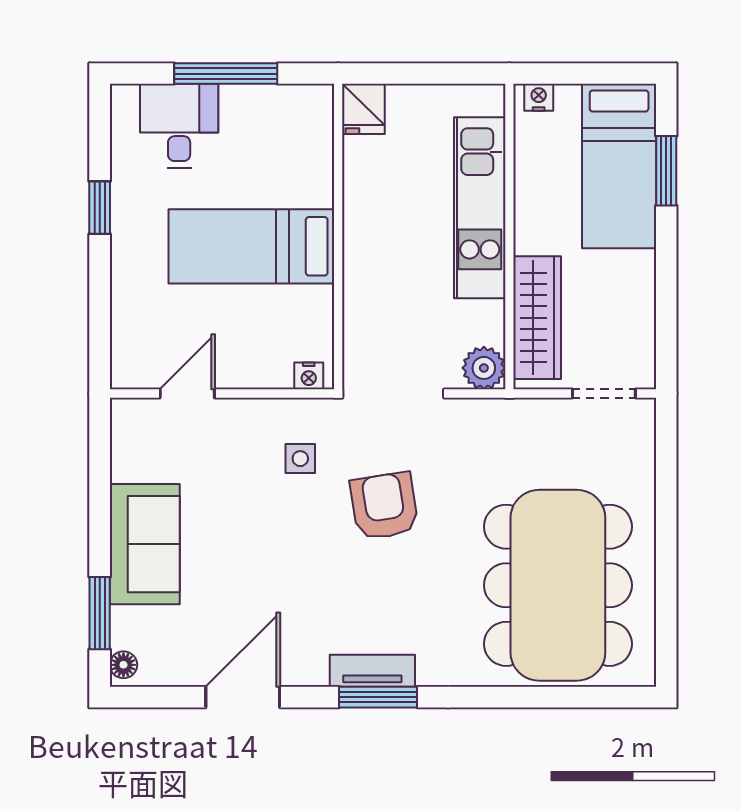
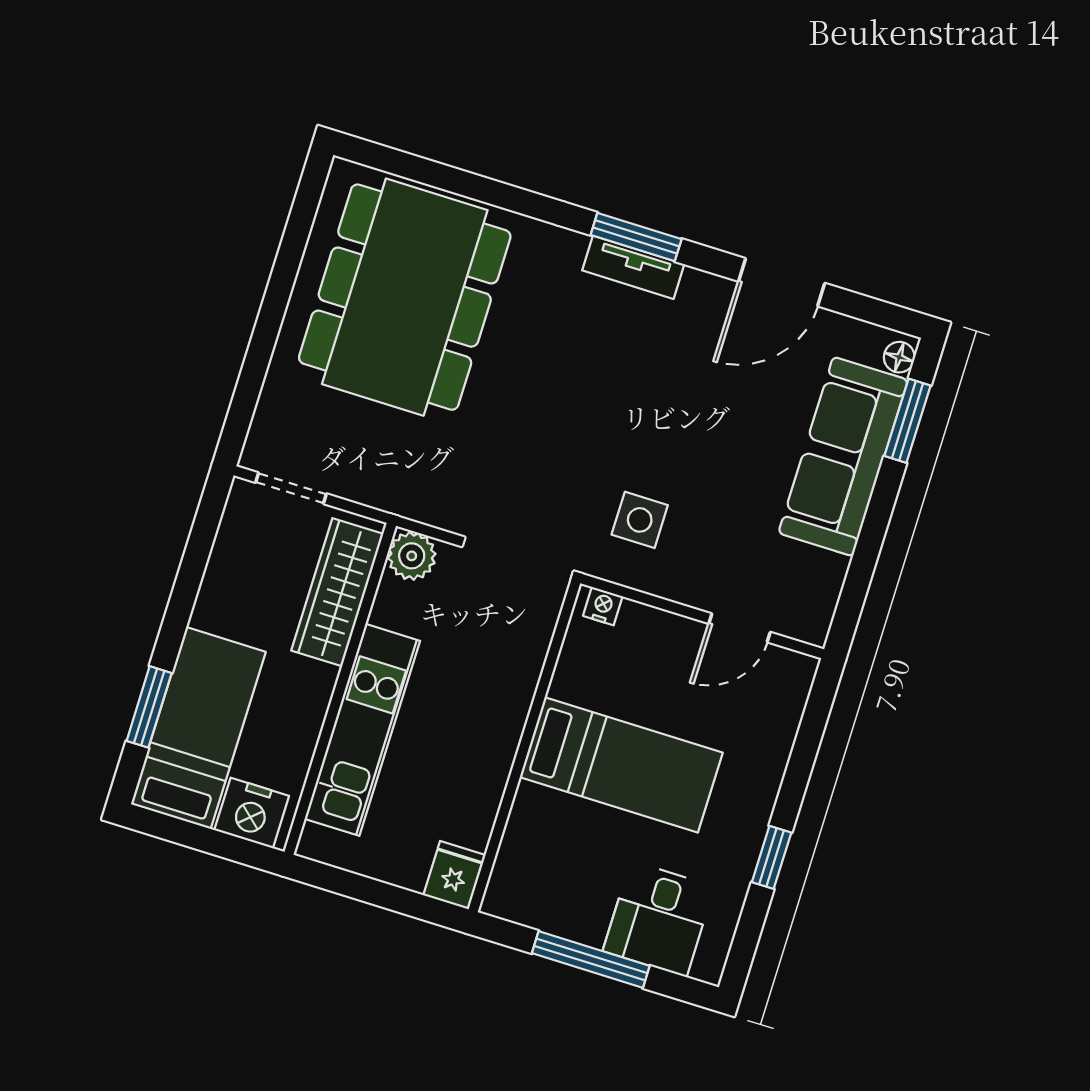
nightstand: (539, 97) -> (252, 813), width x1.89, depth x1.79
side table: (300, 459) -> (640, 520), width x1.37, depth x1.37
armchair: (384, 506) -> (565, 441), removed
sofa: (145, 544) -> (843, 456), width x1.36

